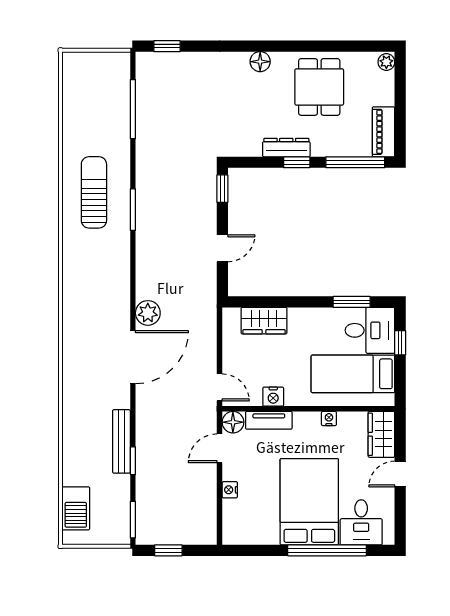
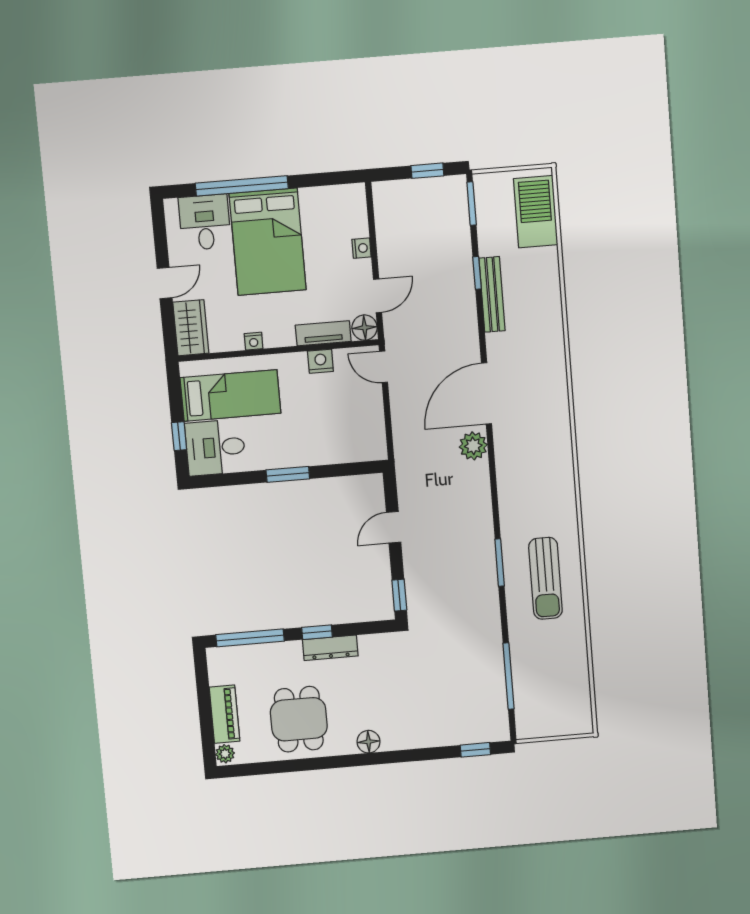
piano: (384, 132) -> (225, 714), moved
window: (352, 302) -> (288, 474), moved
wardrobe: (264, 321) -> (339, 448), removed
barbecue: (76, 508) -> (536, 212), width x1.37, depth x1.21

